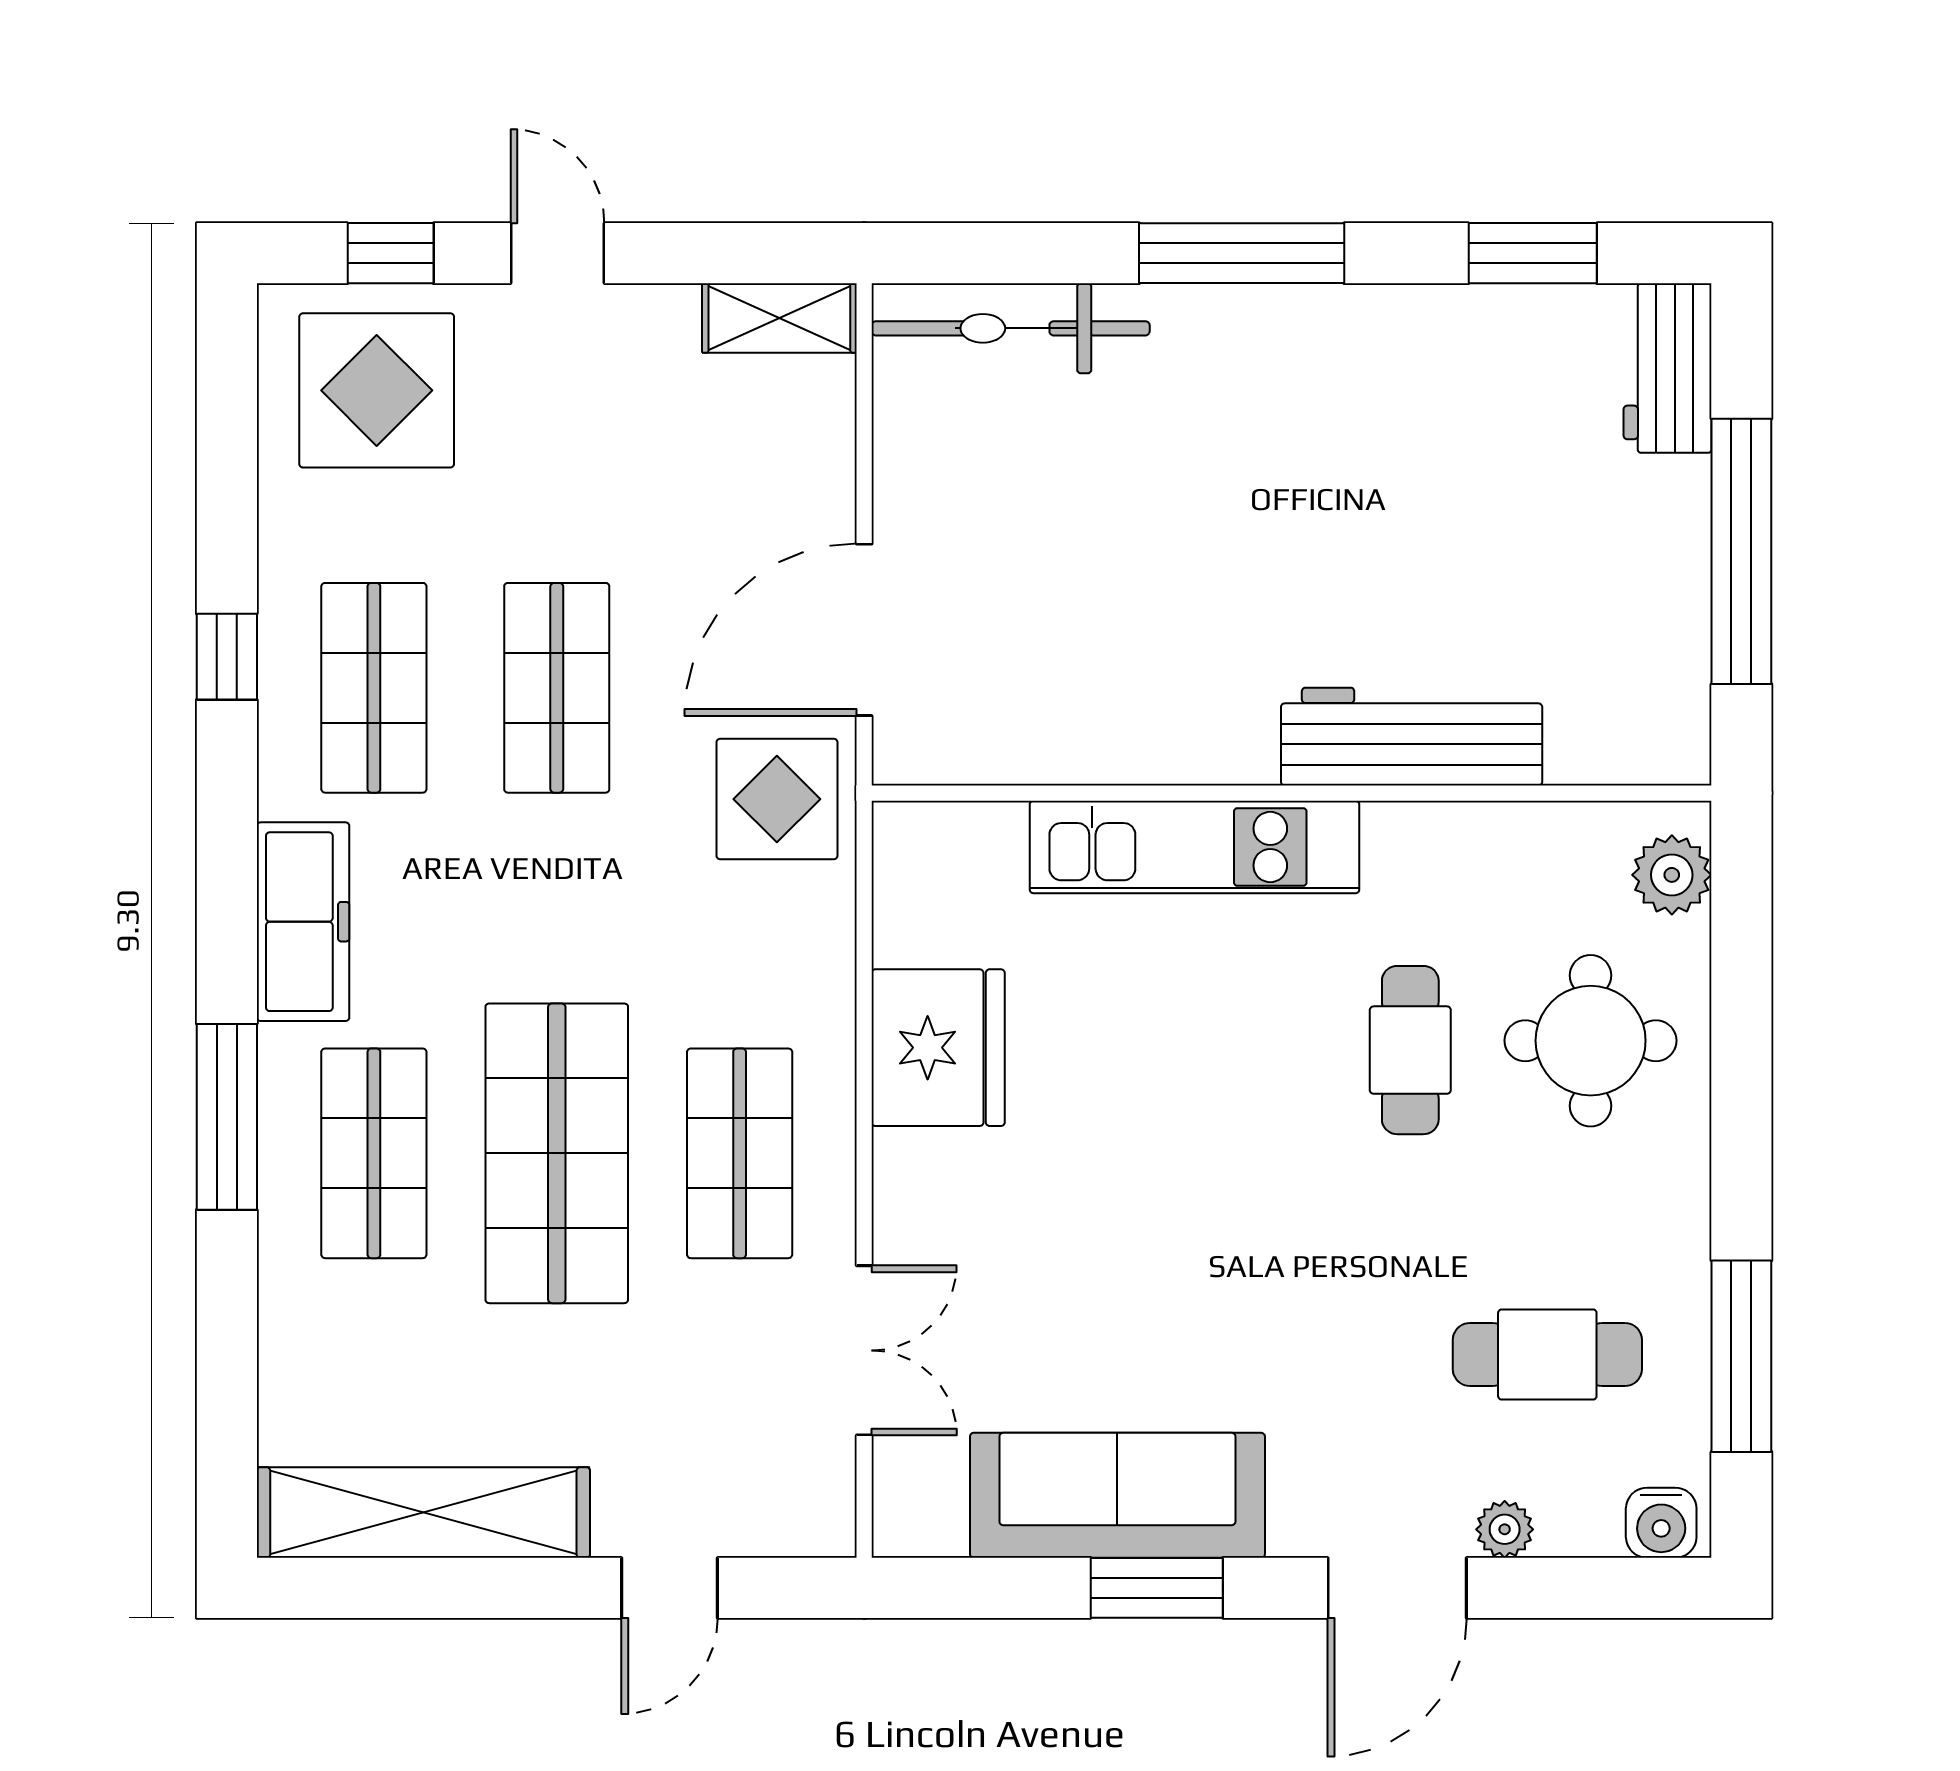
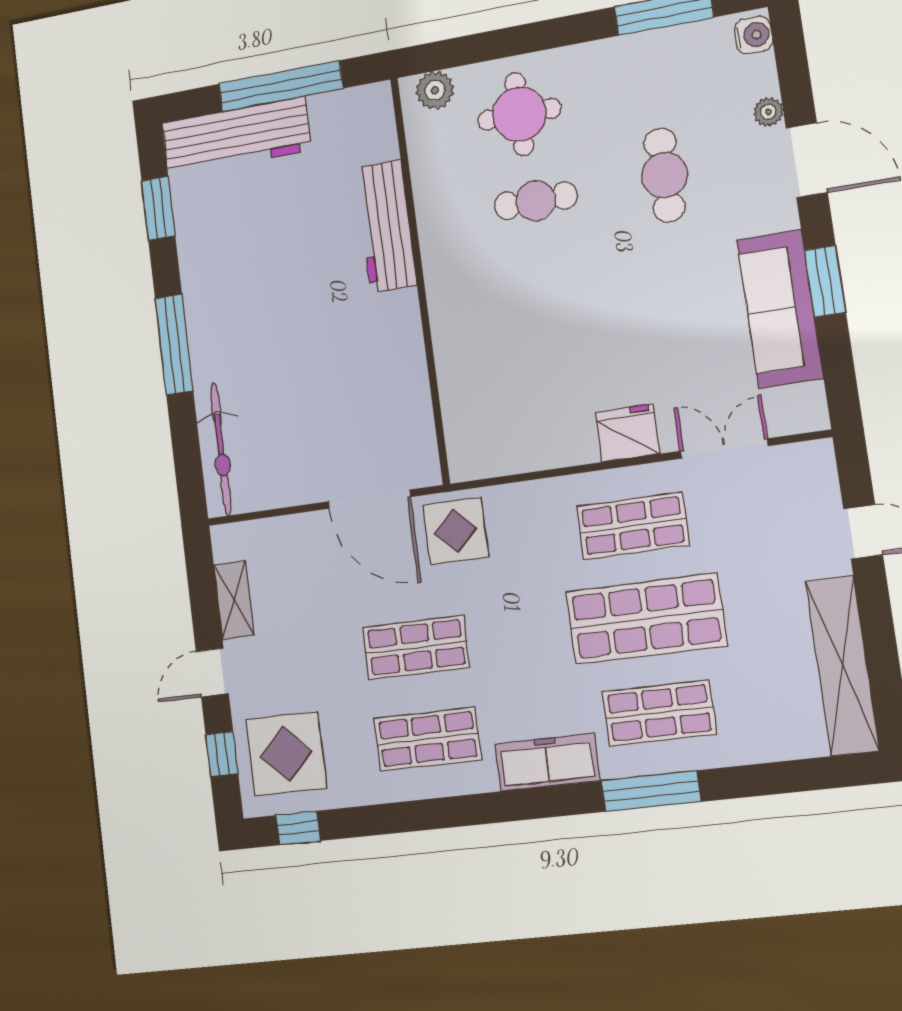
shelving: (779, 318) -> (234, 600), moved
workbench: (1668, 368) -> (236, 137), width x1.88, depth x1.32
window: (227, 657) -> (298, 828), moved
kitchen unit: (1195, 847) -> (452, 322), removed
fridge: (938, 1048) -> (627, 433), moved, width x0.73, depth x0.75
cafe table: (1547, 1354) -> (664, 175), moved

